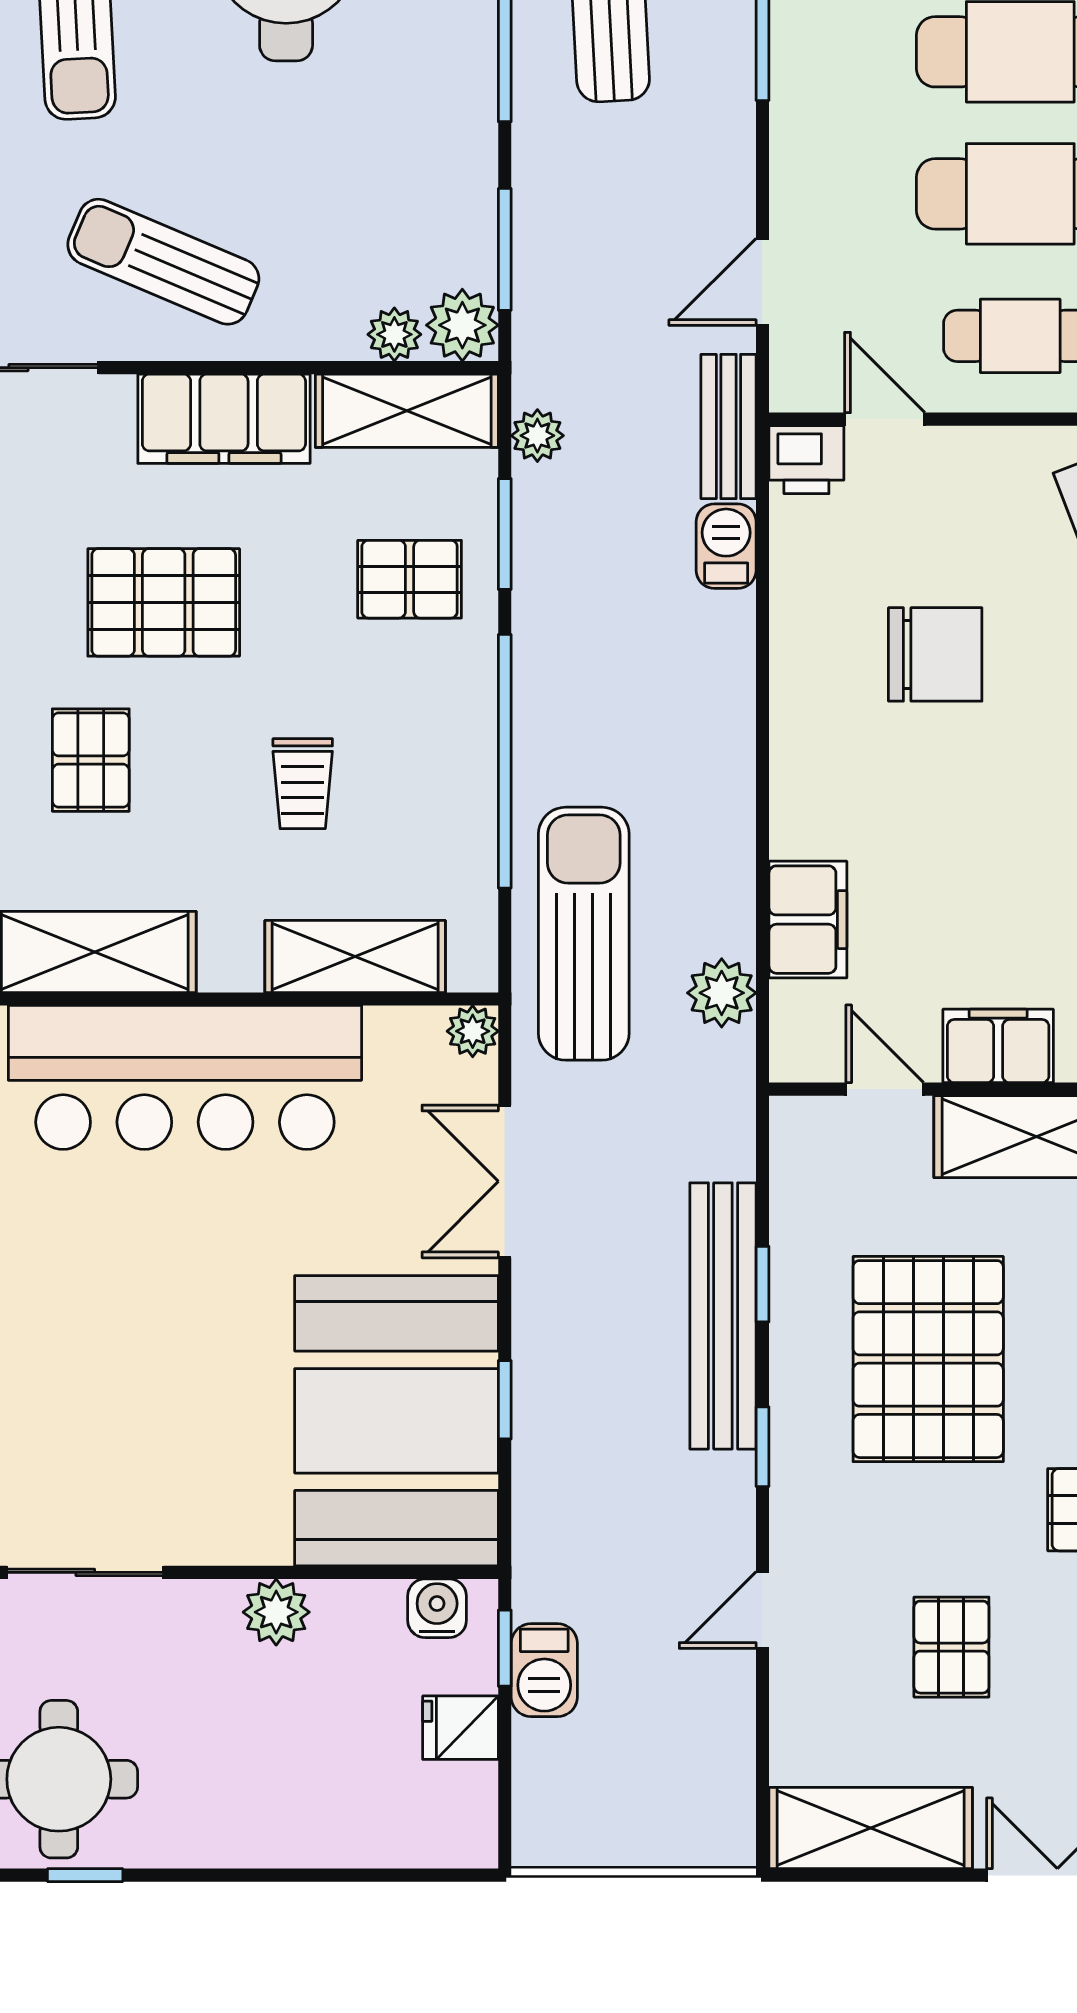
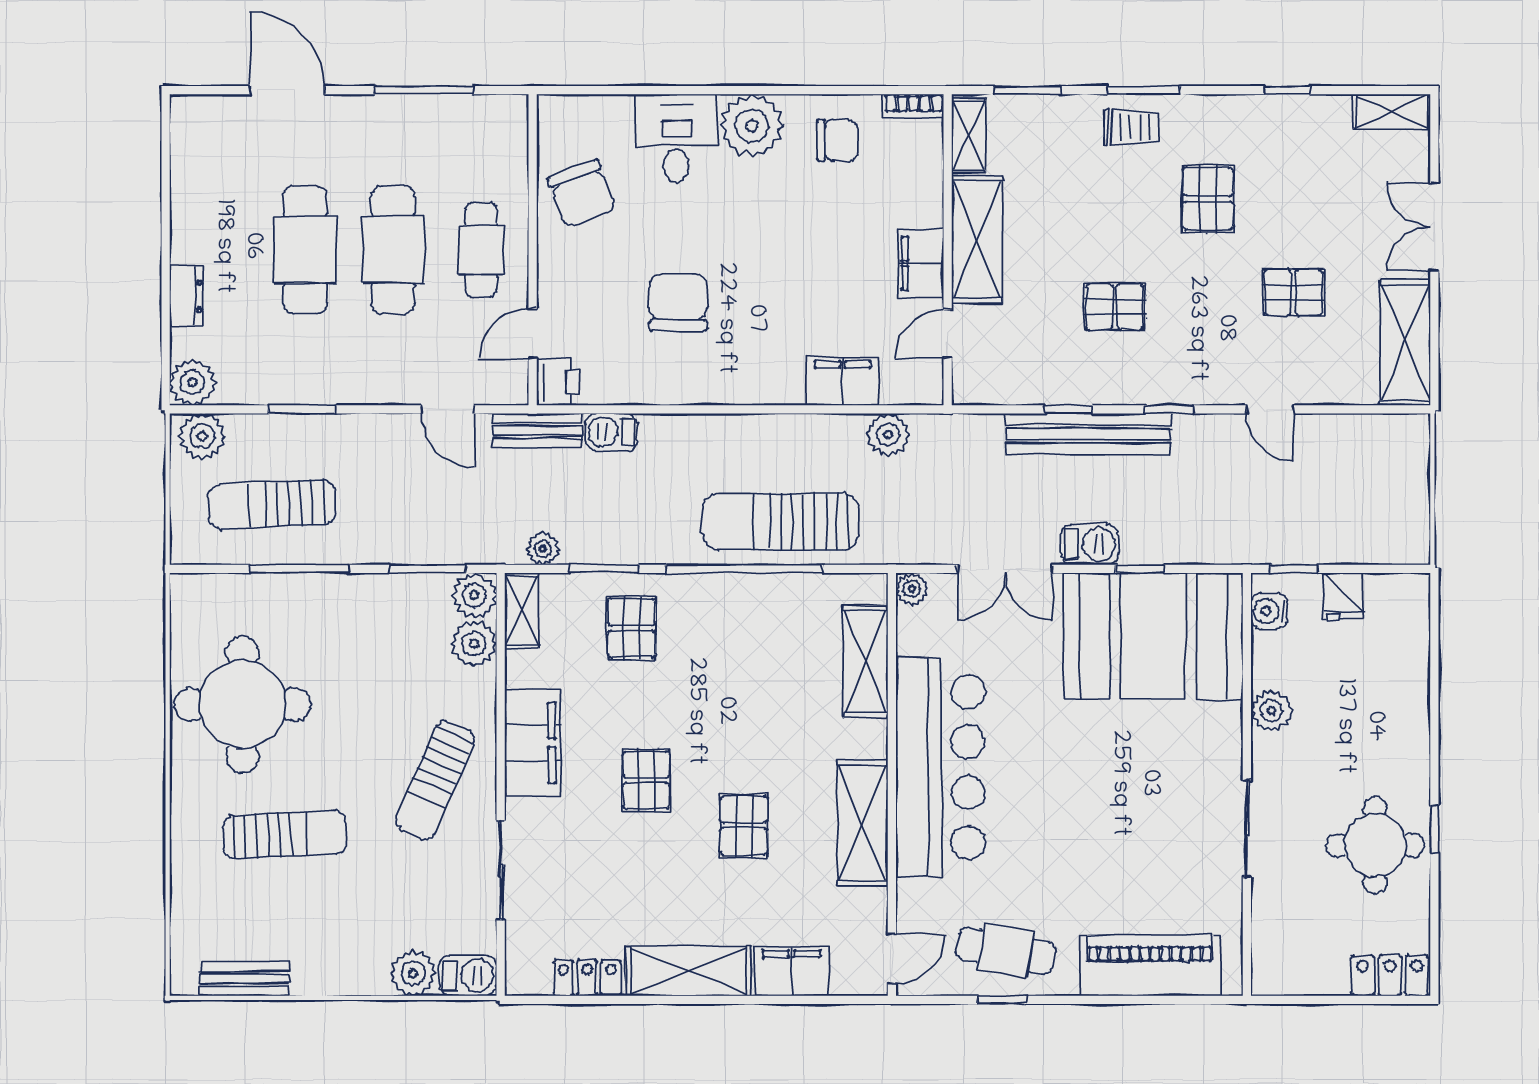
plant: (394, 334) -> (474, 644), width x1.38, depth x1.38
shelving: (407, 411) -> (522, 611), width x0.67, depth x0.75
pallet: (164, 602) -> (646, 780), width x0.67, depth x0.71
pallet: (91, 760) -> (744, 825), turned 90
trolley: (303, 784) -> (758, 694), removed
sun lounger: (584, 934) -> (781, 522), moved
pallet: (928, 1359) -> (1115, 307), width x0.49, depth x0.50
barbecue: (544, 1670) -> (1090, 545), moved

